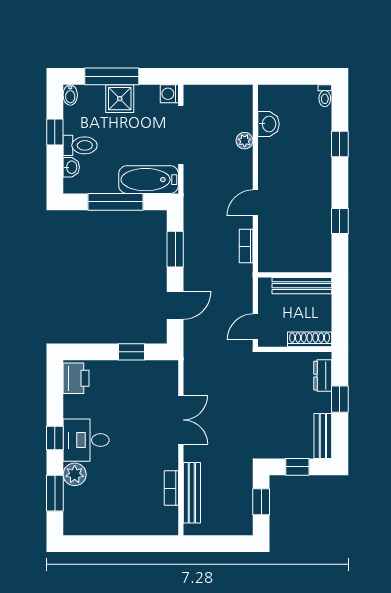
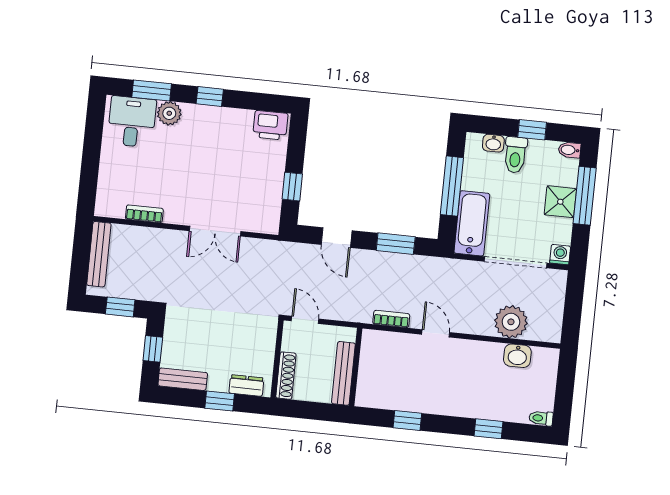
plant: (245, 141) -> (511, 322), width x1.88, depth x1.88
desk: (86, 440) -> (132, 122), moved
bench: (192, 493) -> (99, 254), moved, turned 90

